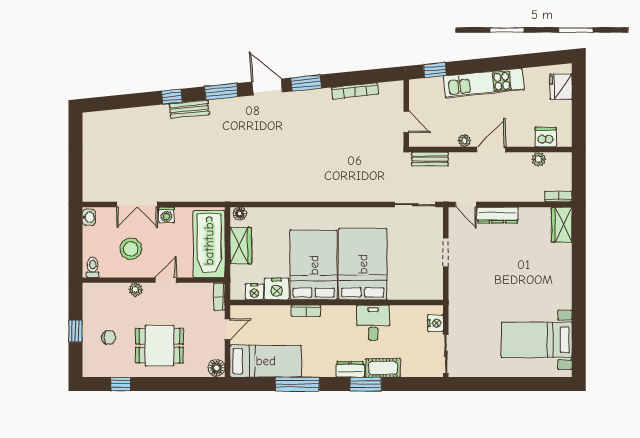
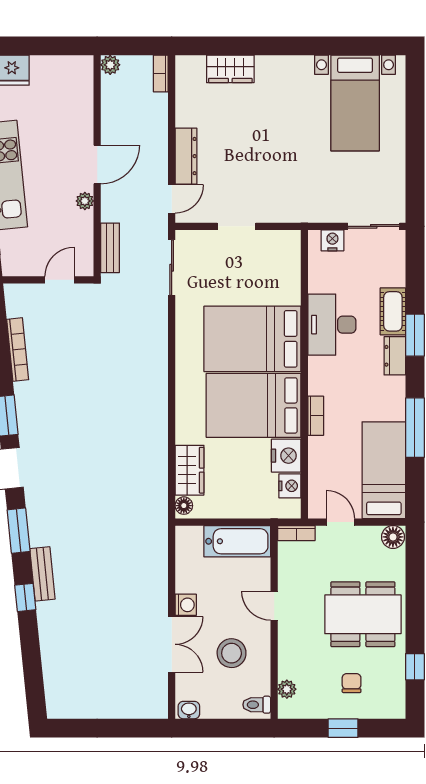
dishwasher: (546, 137) -> (80, 91), removed
door: (491, 150) -> (97, 164), swing flipped
plant: (539, 159) -> (110, 65), moved
wardrobe: (562, 225) -> (230, 69), moved
bathtub: (209, 244) -> (237, 541), width x0.73, depth x0.73
wardrobe: (241, 246) -> (190, 470), moved, turned 90
plant: (136, 290) -> (287, 689), moved
desk: (373, 323) -> (332, 325), width x1.37
dining table: (159, 346) -> (363, 614), width x1.38

